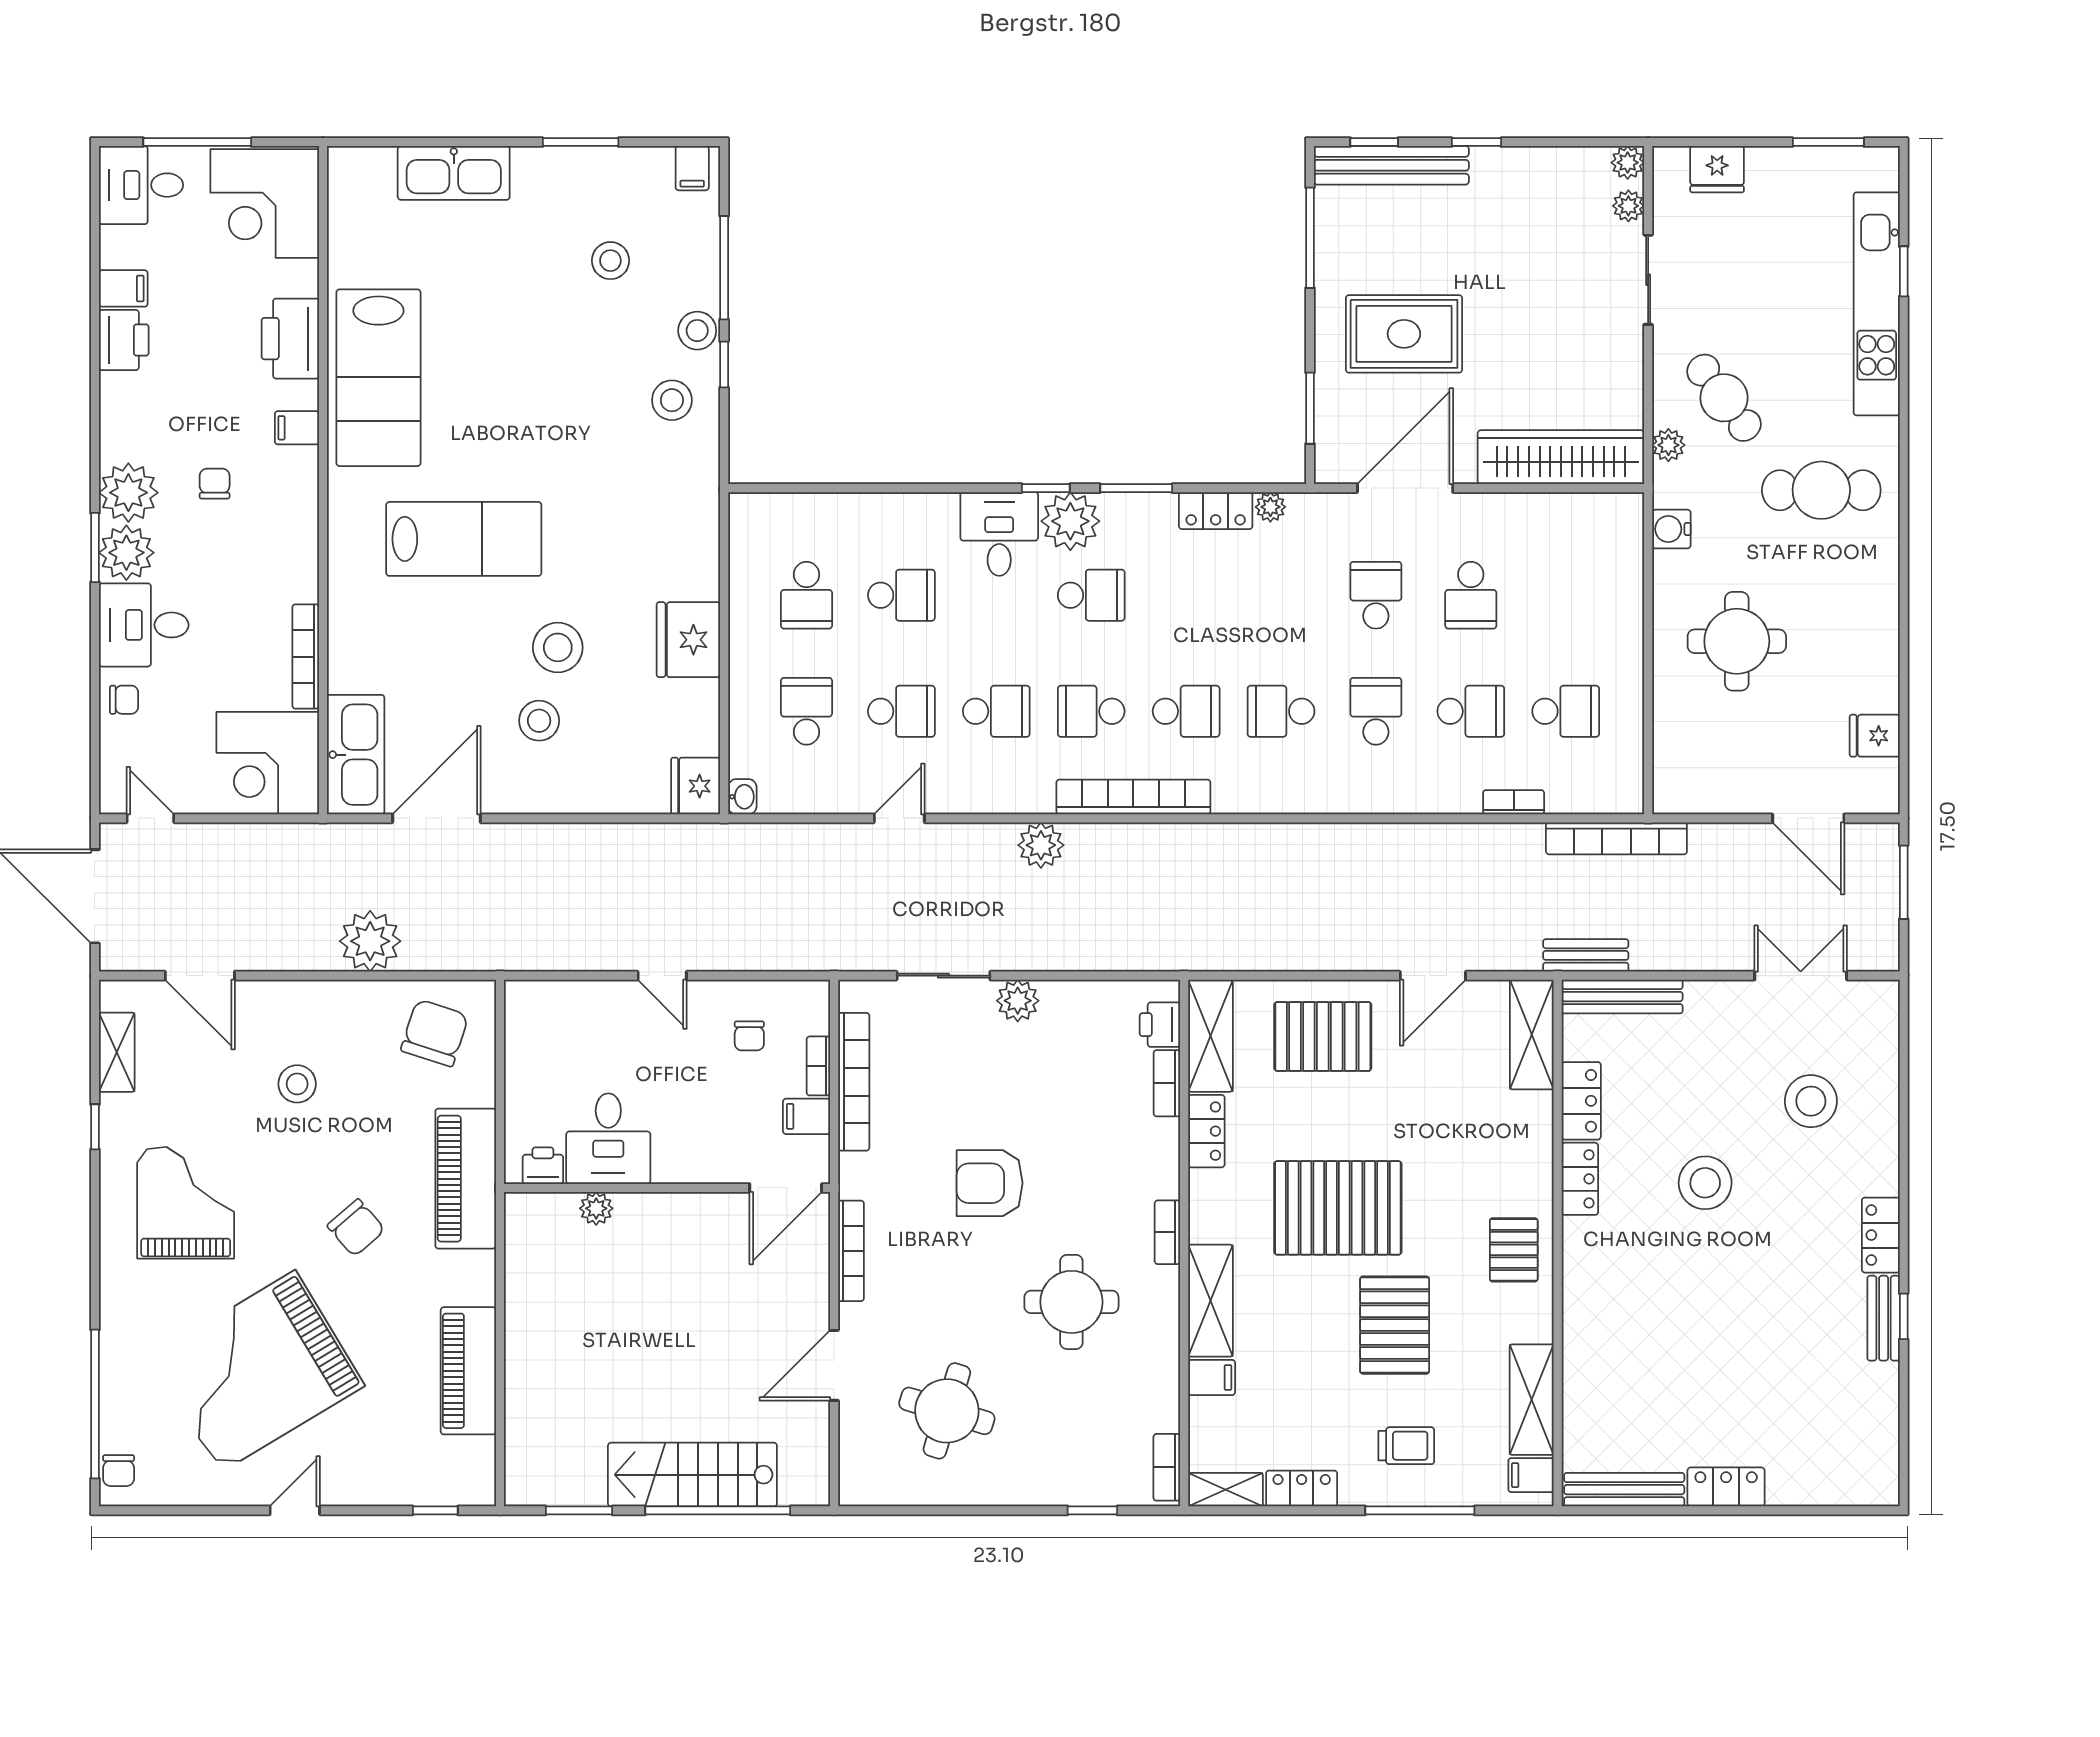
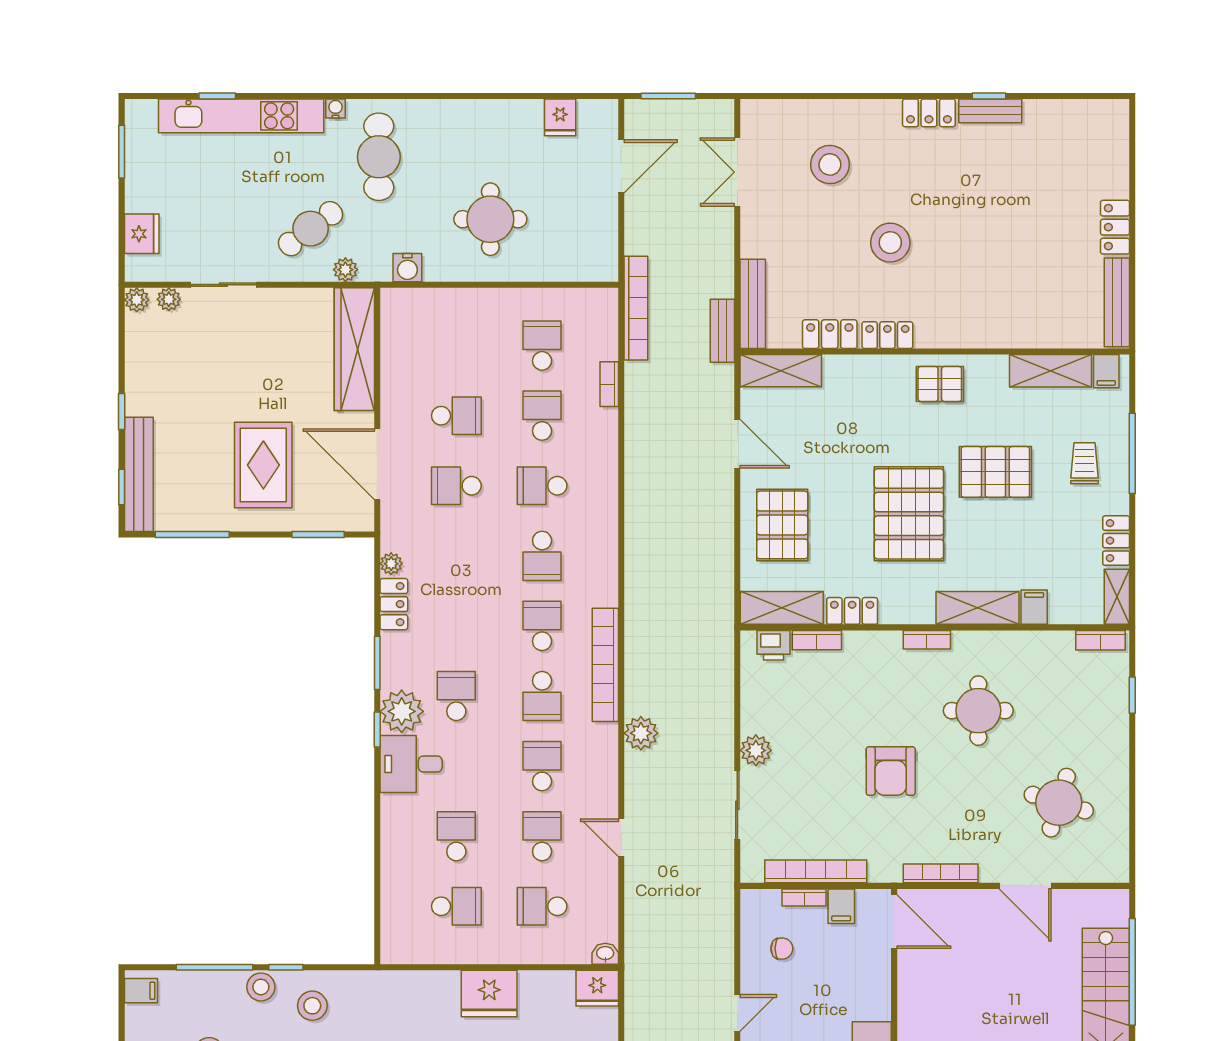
water cooler: (1887, 432) -> (336, 108), added

